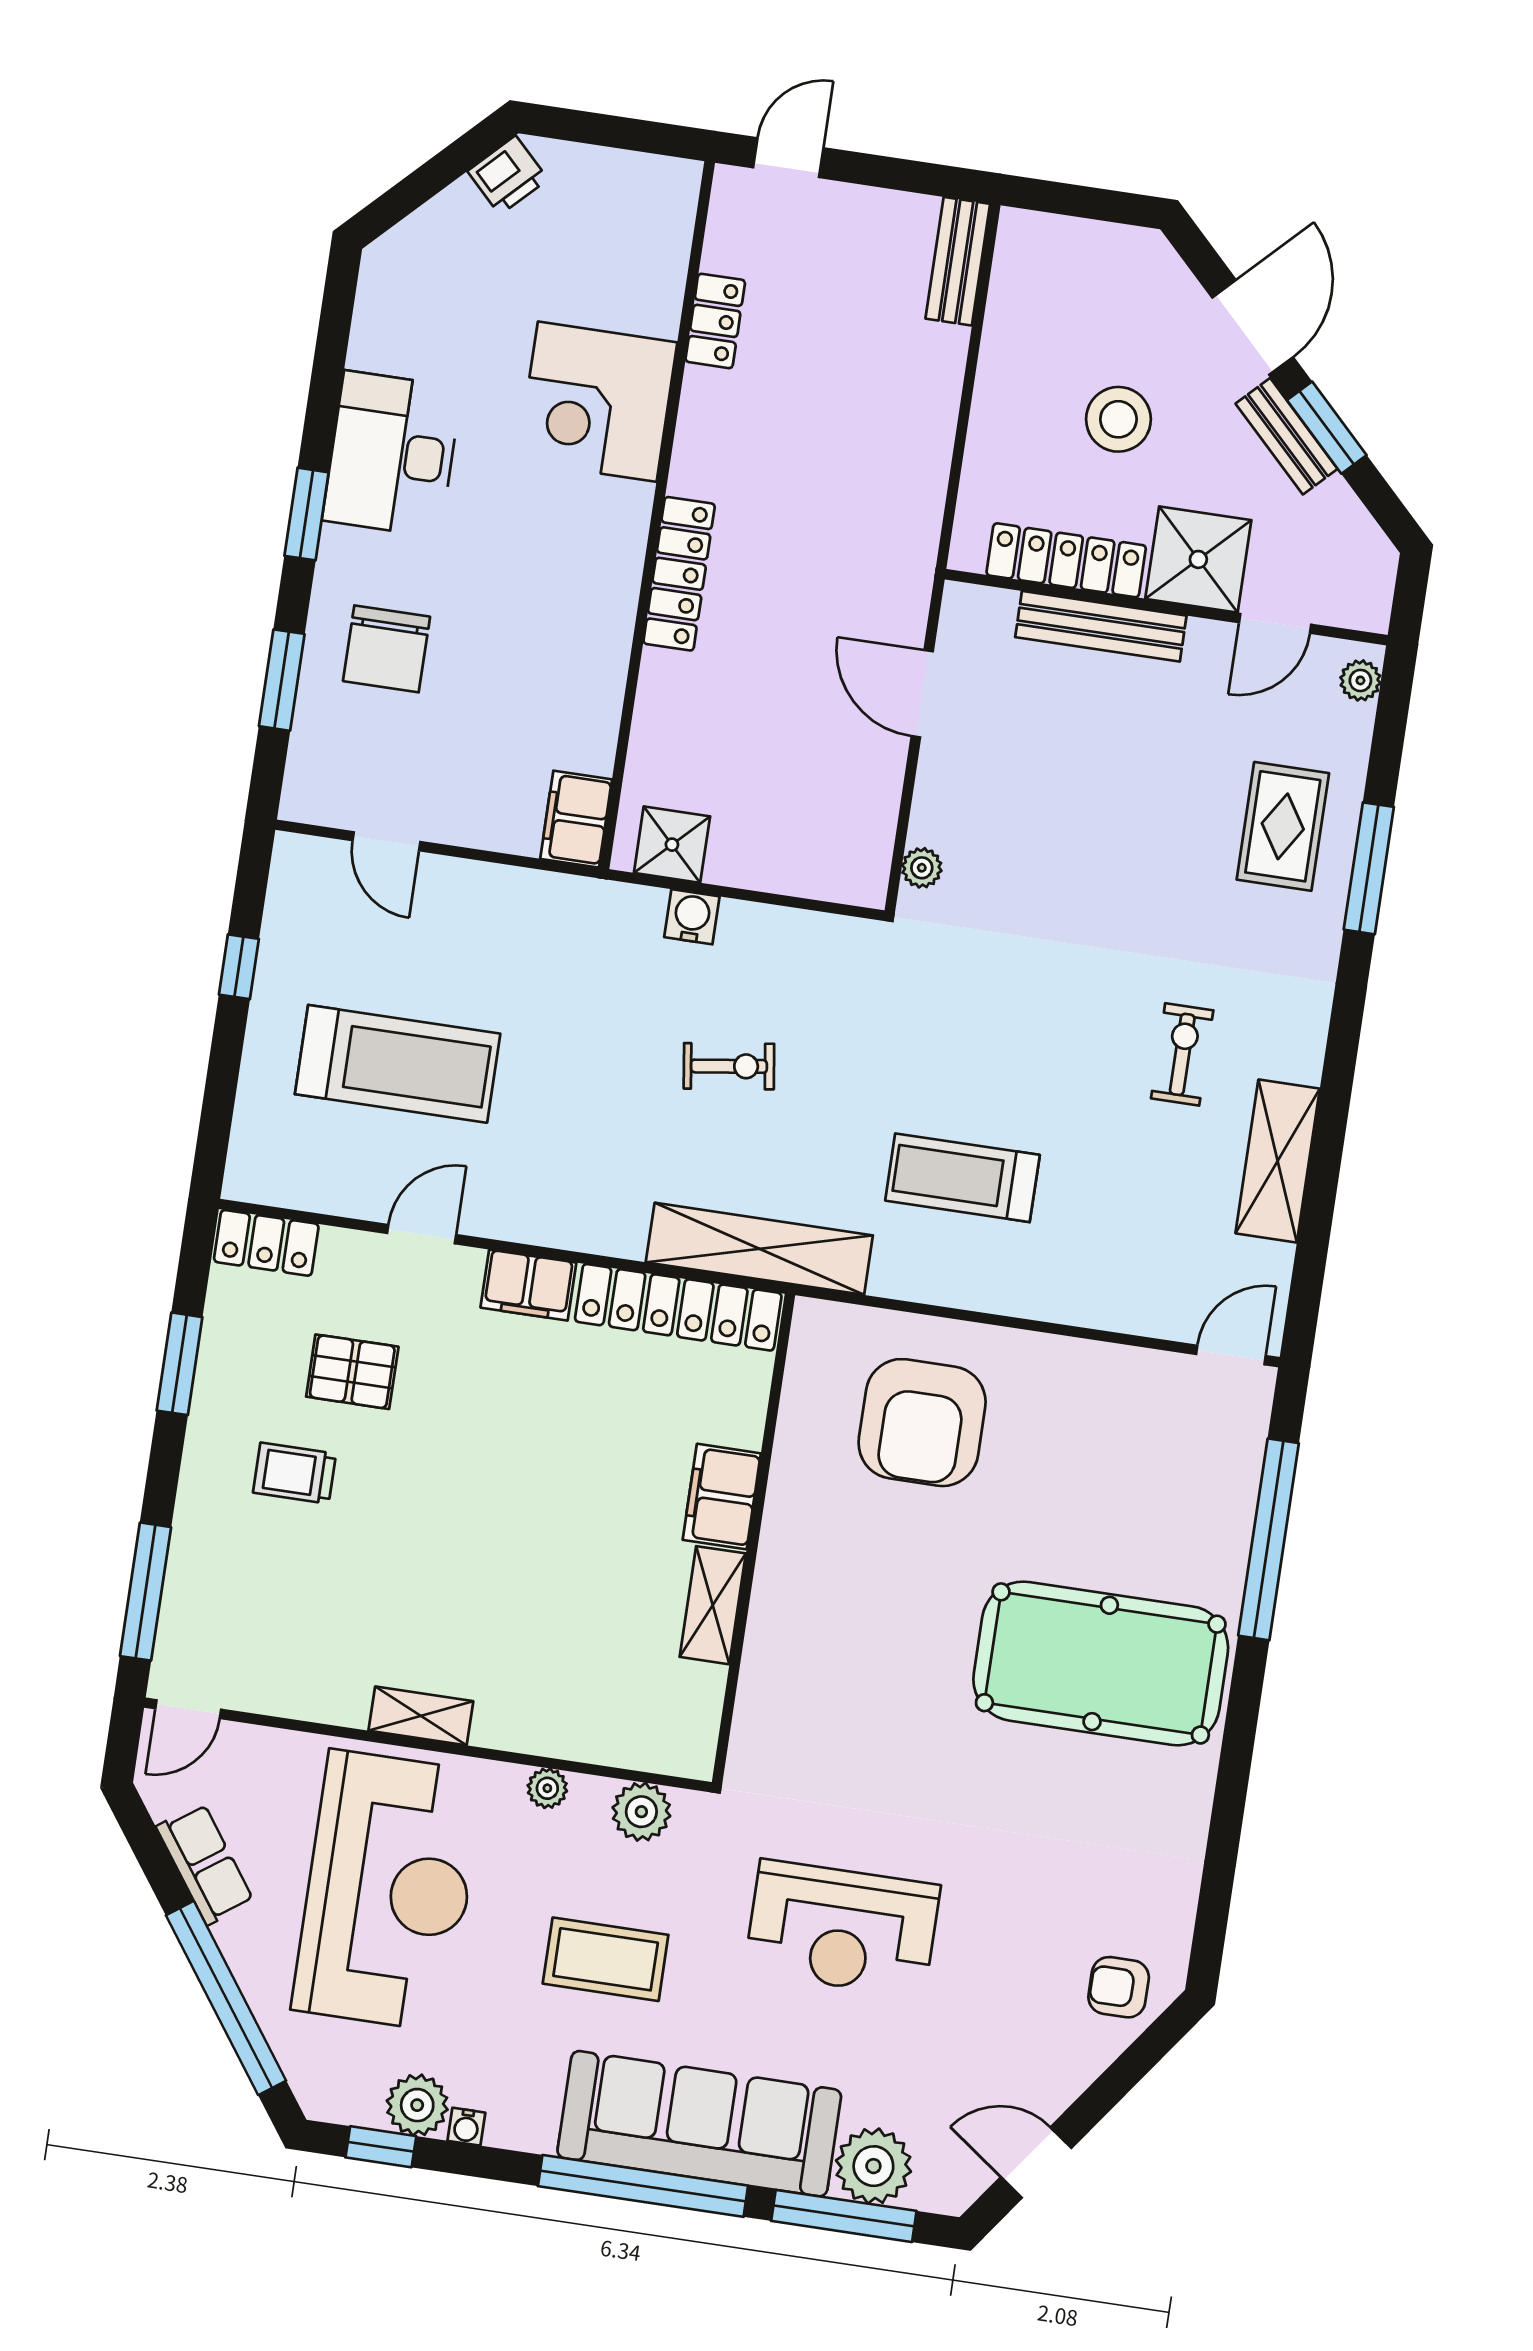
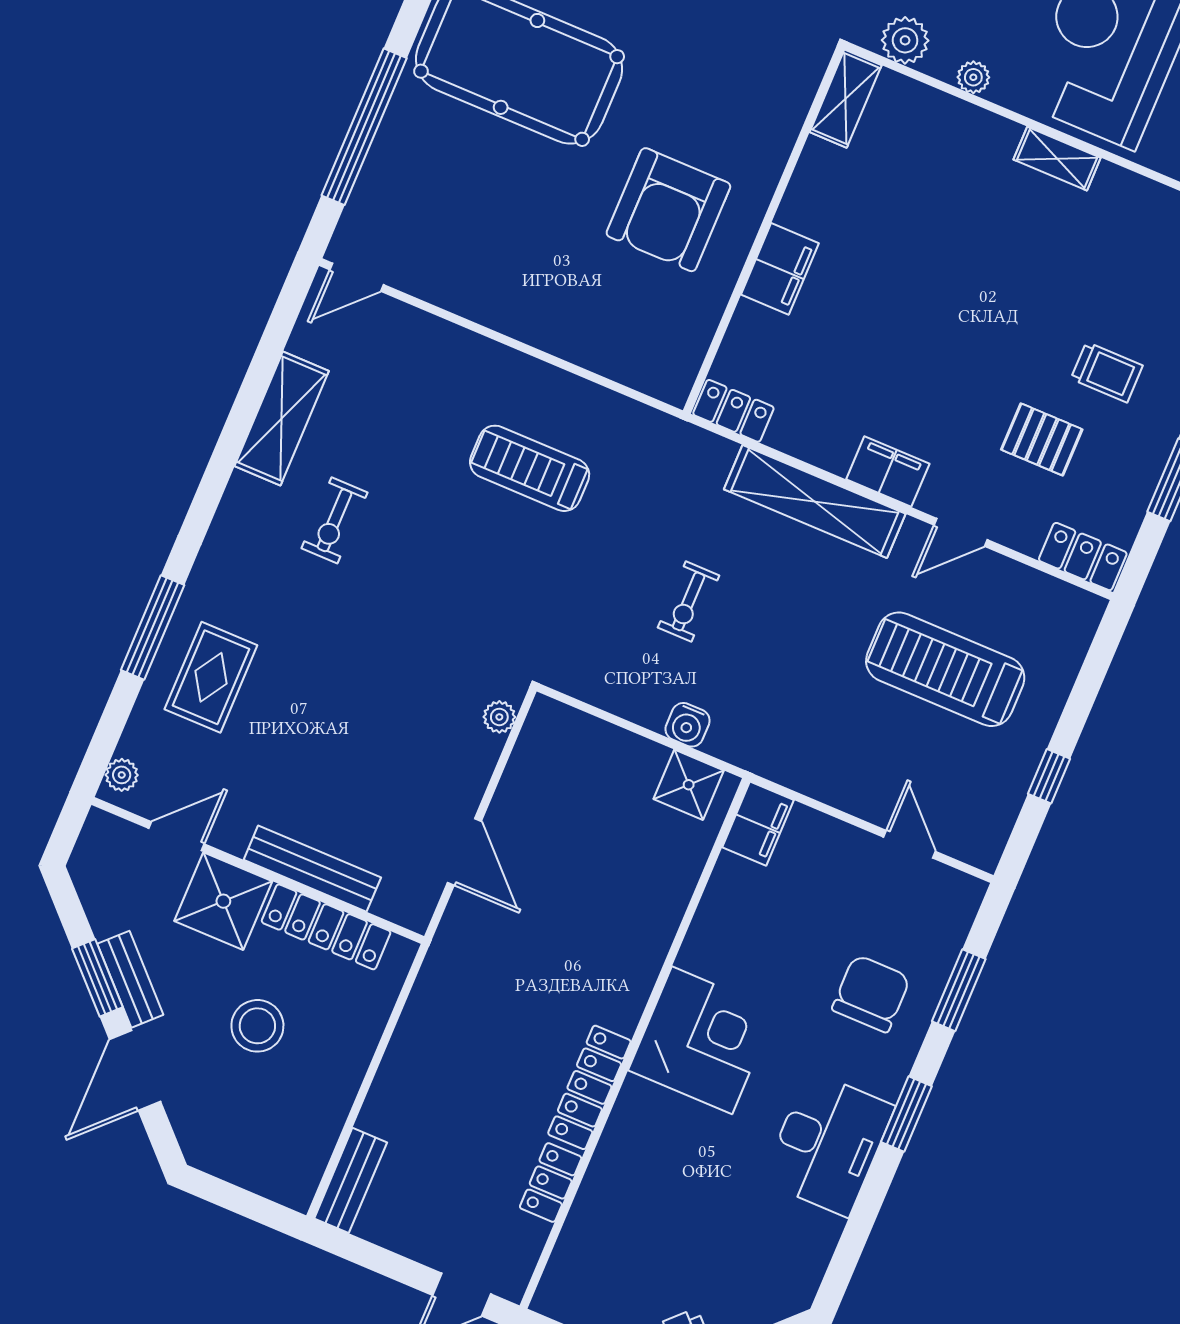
corner desk: (597, 402) -> (702, 1040), moved
locker: (679, 574) -> (589, 1087), moved
exercise bike: (729, 1066) -> (689, 601), turned -82
treadmill: (962, 1178) -> (530, 468), turned 180
shelving: (759, 1249) -> (815, 502), moved
locker: (678, 1307) -> (733, 411), width x0.46, depth x0.83
armchair: (922, 1423) -> (668, 210), moved, turned 180
shelving: (713, 1605) -> (846, 99), moved

